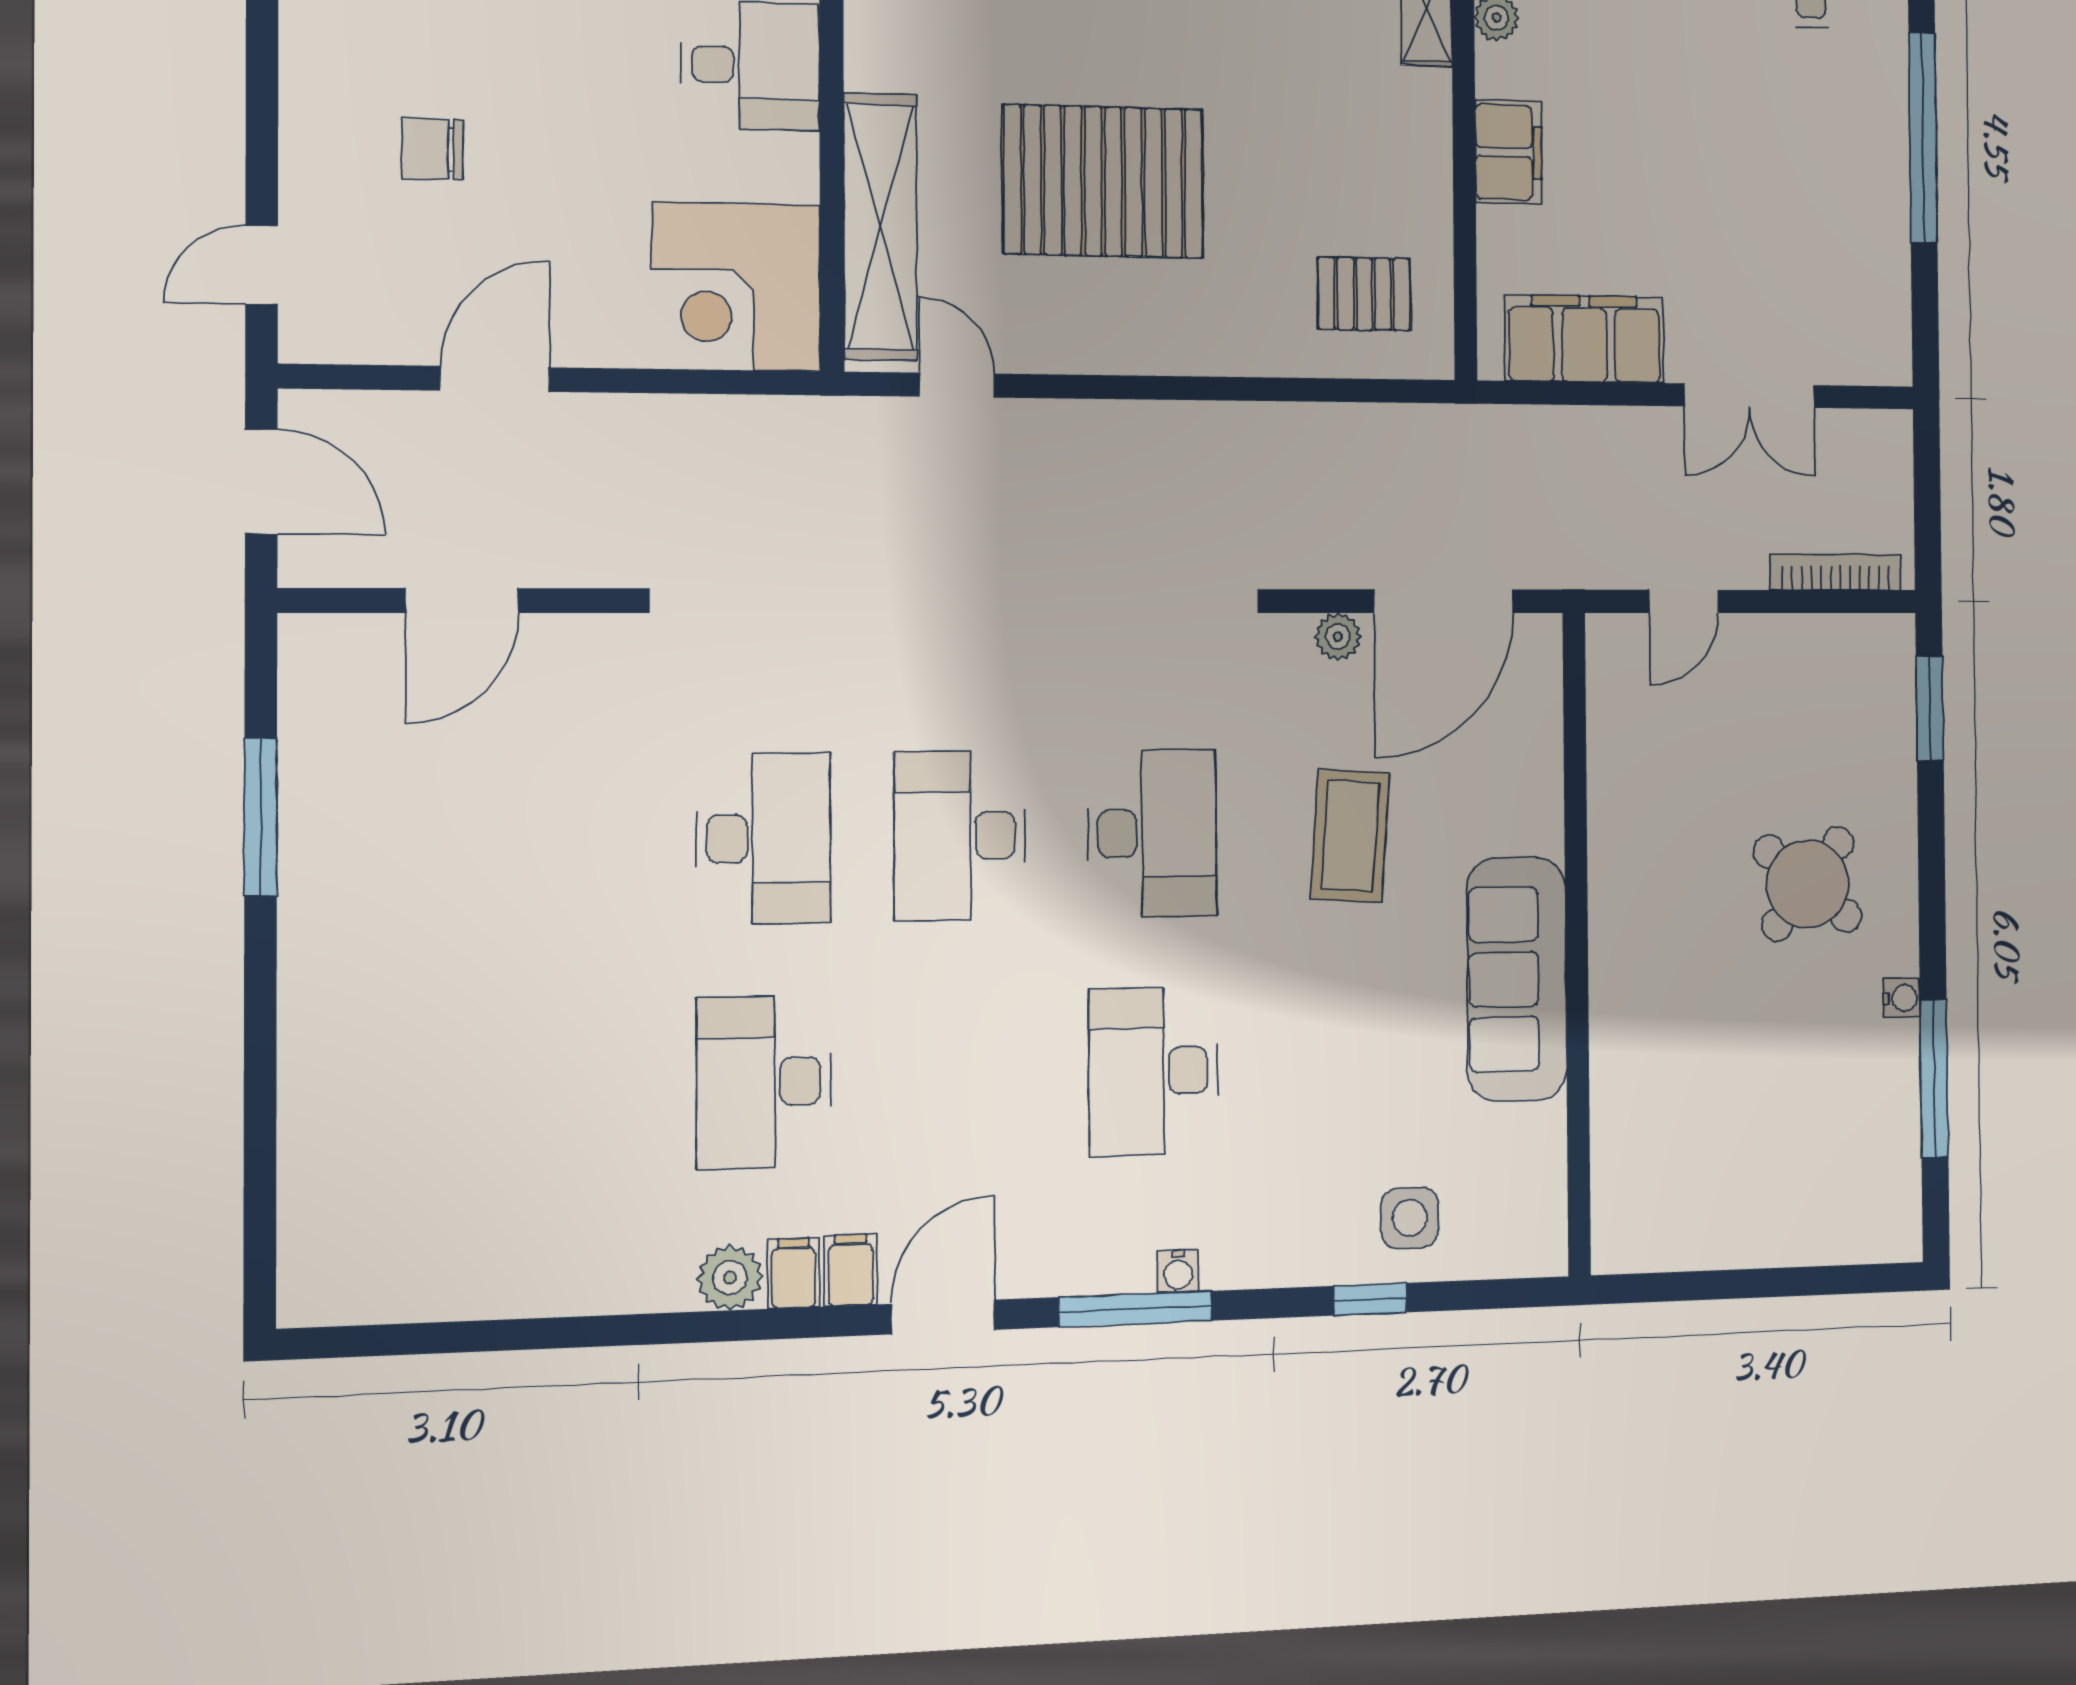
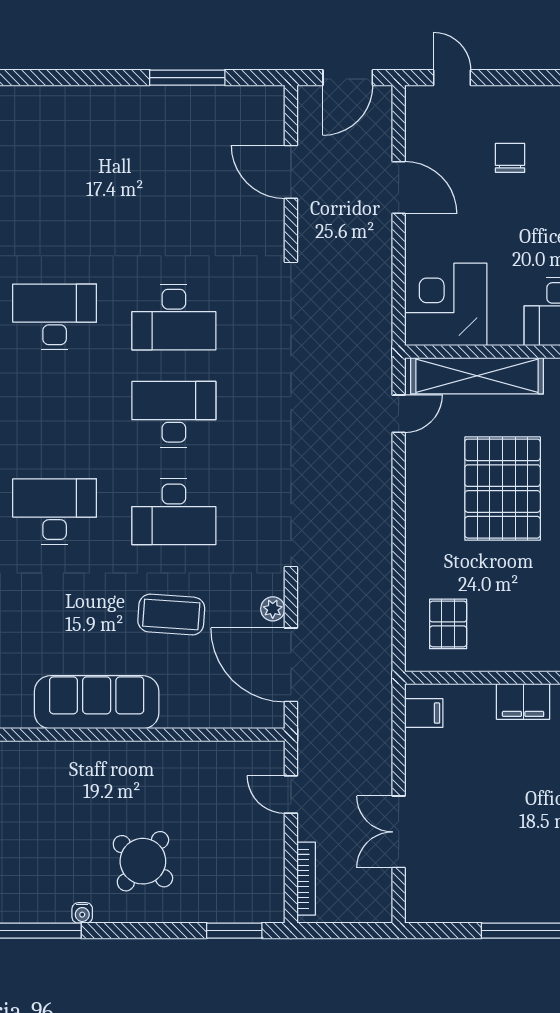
filing cabinet: (1584, 339) -> (424, 713), width x0.33, depth x0.86

